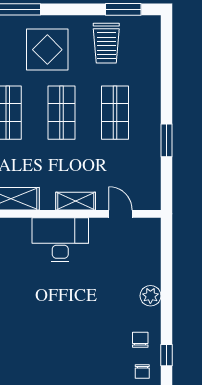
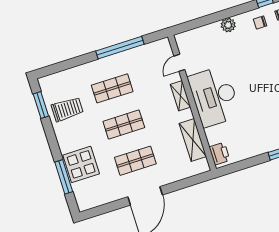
display table: (47, 50) -> (81, 164), moved
window: (167, 140) -> (120, 48), width x2.11
desk: (60, 240) -> (214, 96), width x1.36, depth x1.30

